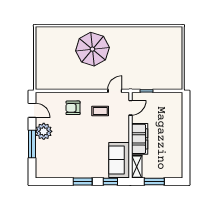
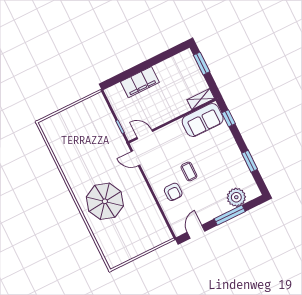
coffee table: (100, 111) -> (189, 171), moved
plant: (44, 131) -> (236, 197), moved
filing cabinet: (140, 139) -> (140, 82), moved, turned 180
window: (83, 181) -> (250, 161), moved
window: (154, 181) -> (202, 63), moved

